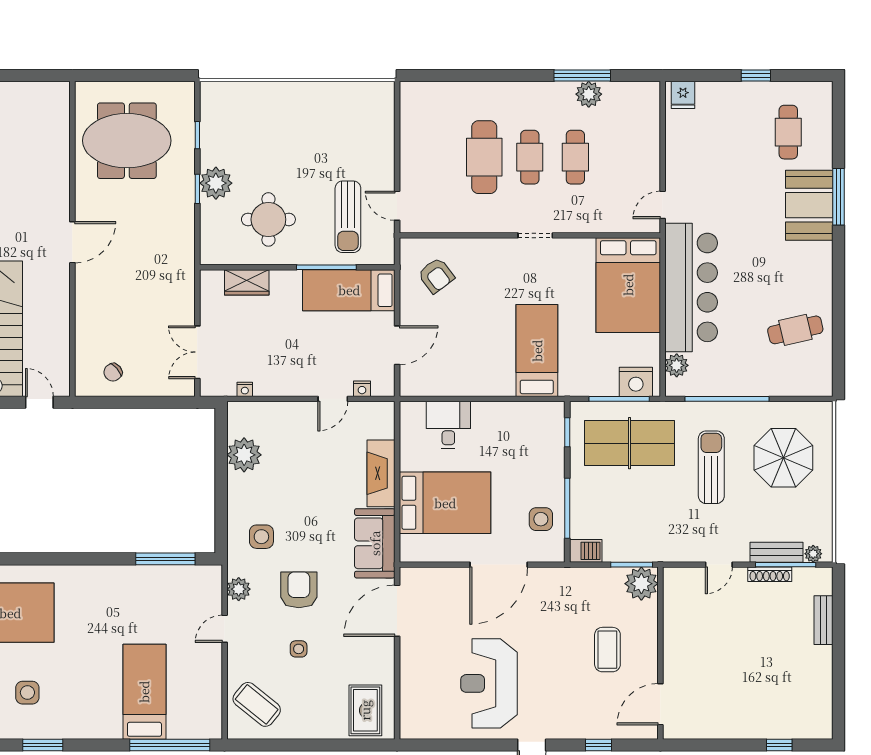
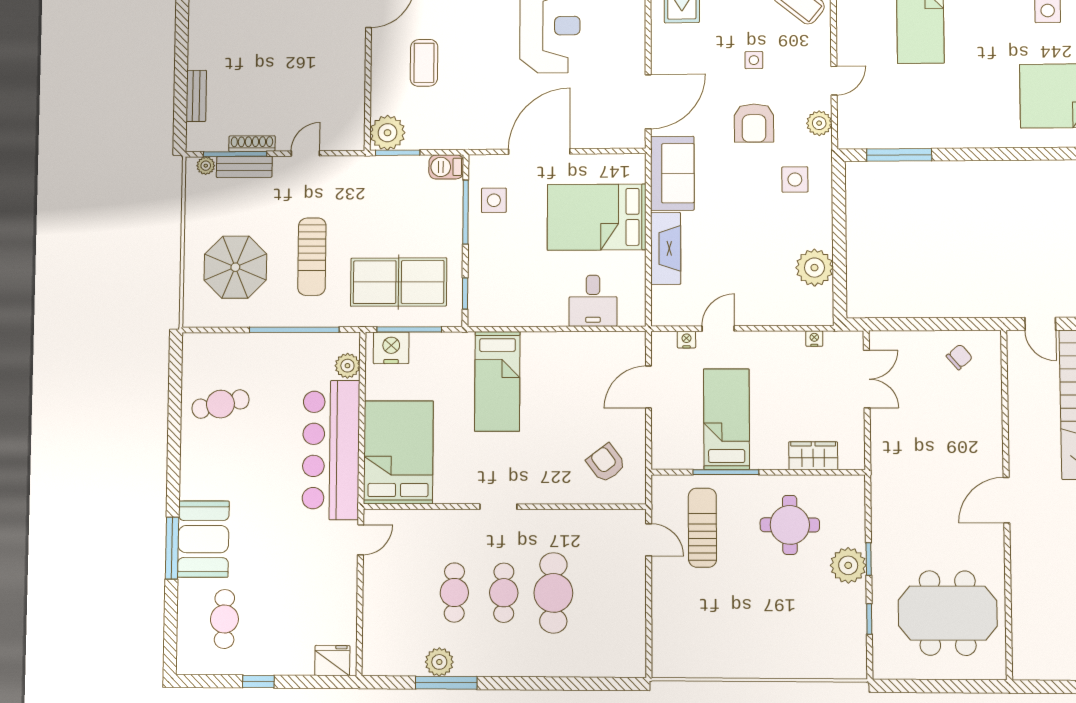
fridge: (683, 95) -> (332, 661), width x1.38
bed: (349, 290) -> (726, 419), moved, turned -90

